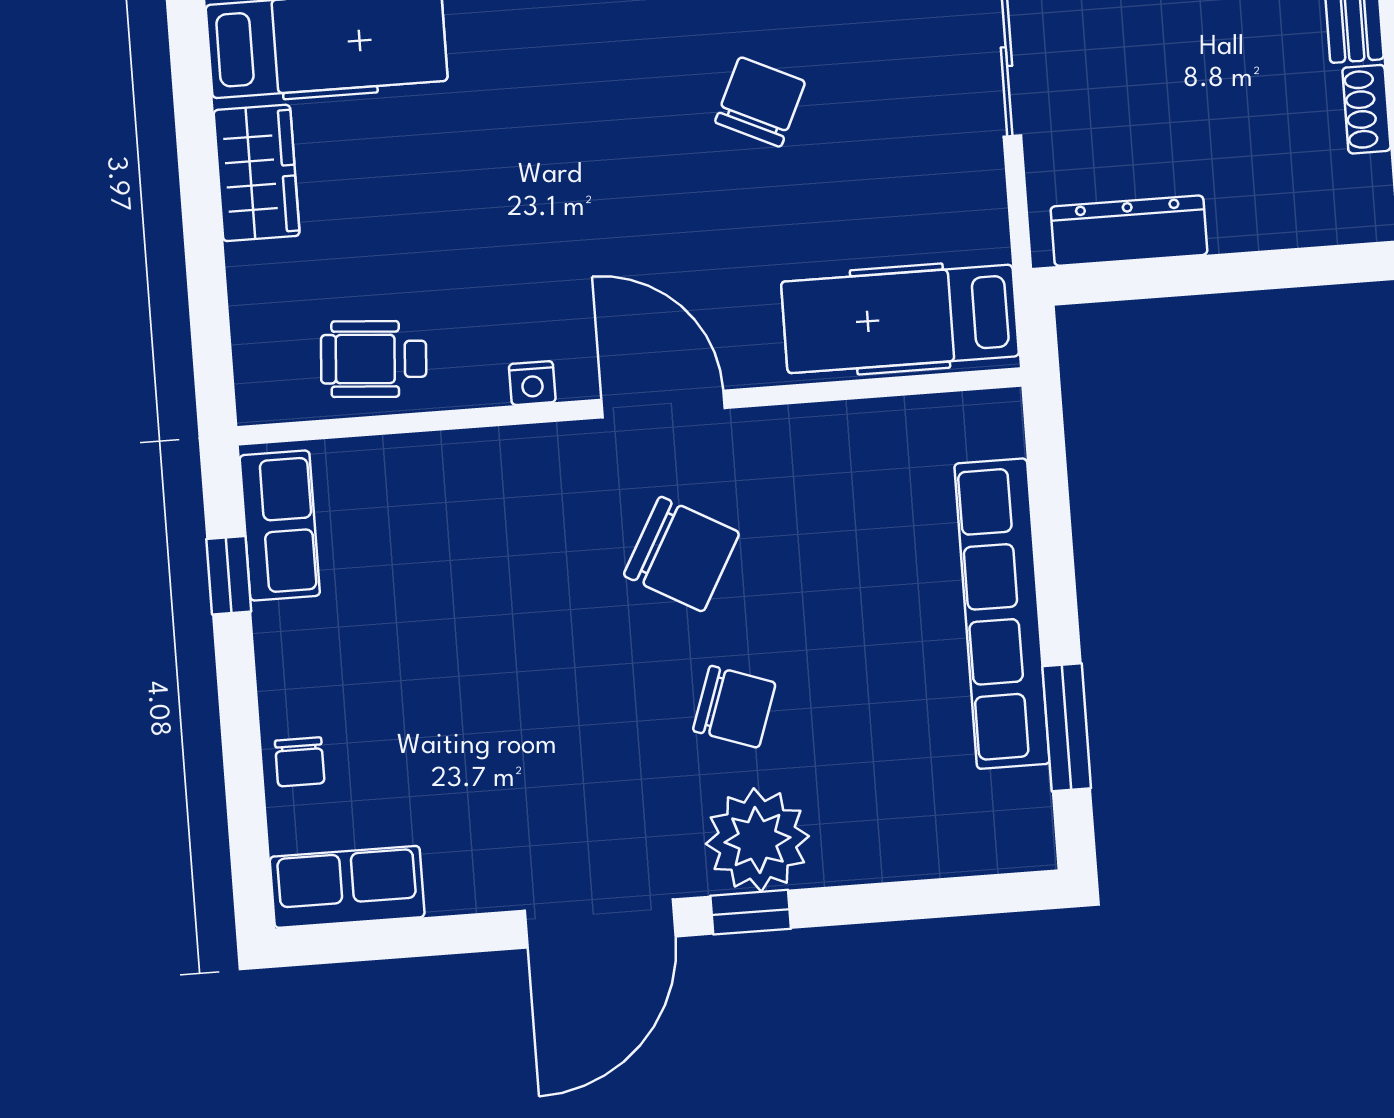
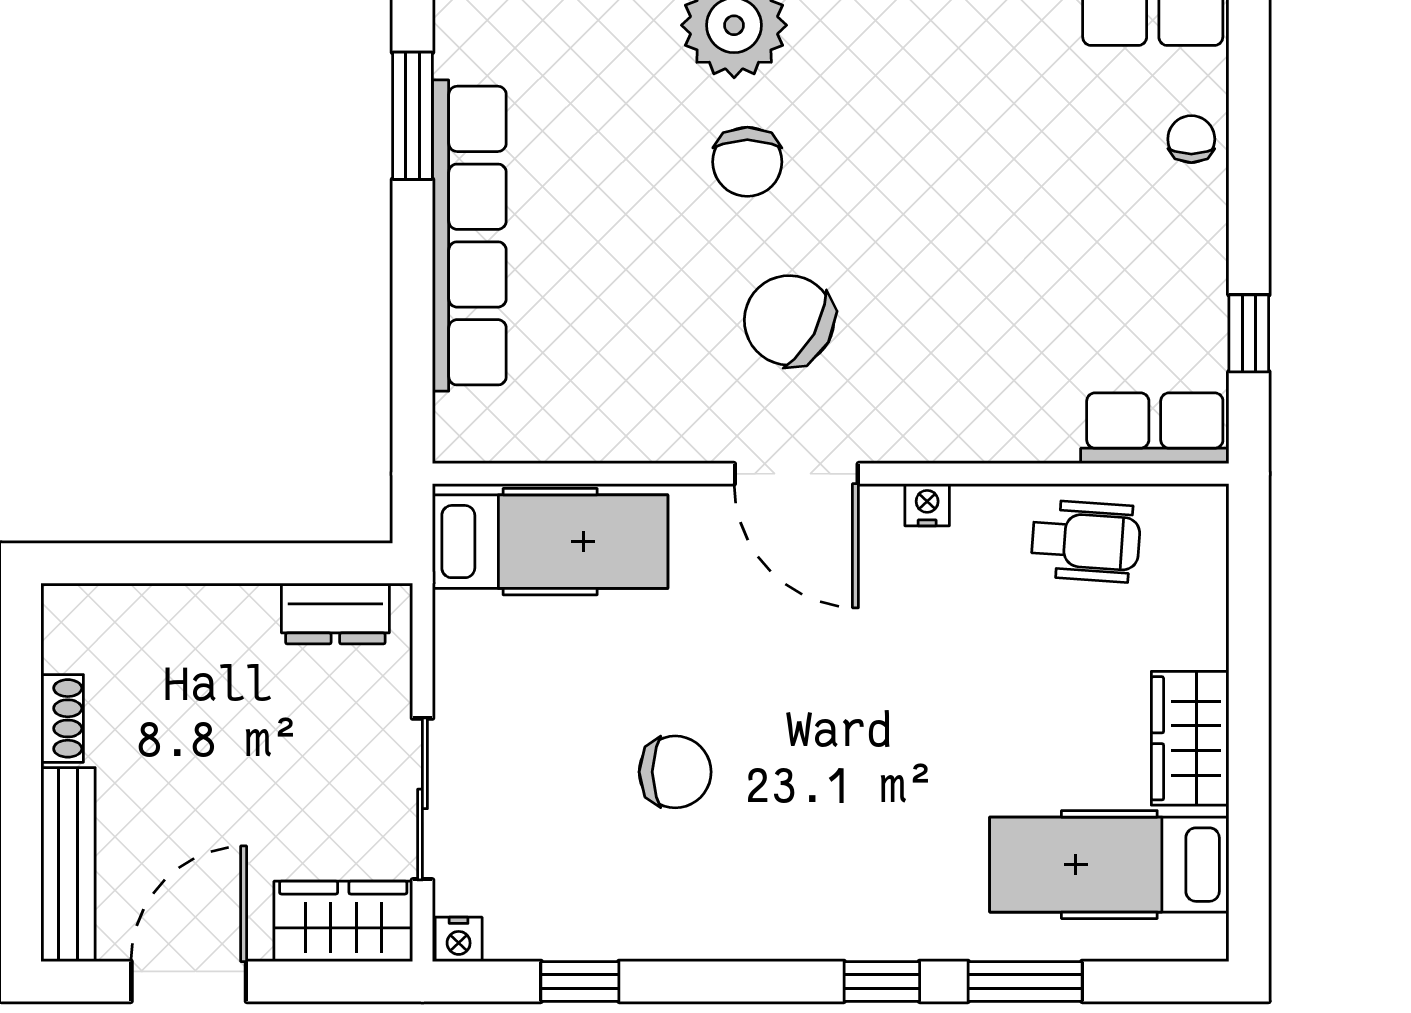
chair: (760, 102) -> (675, 772), turned -115
dresser: (1129, 231) -> (335, 614), width x0.70
row of seats: (280, 526) -> (1155, 428), moved, turned 90
chair: (734, 707) -> (747, 162), turned -109

